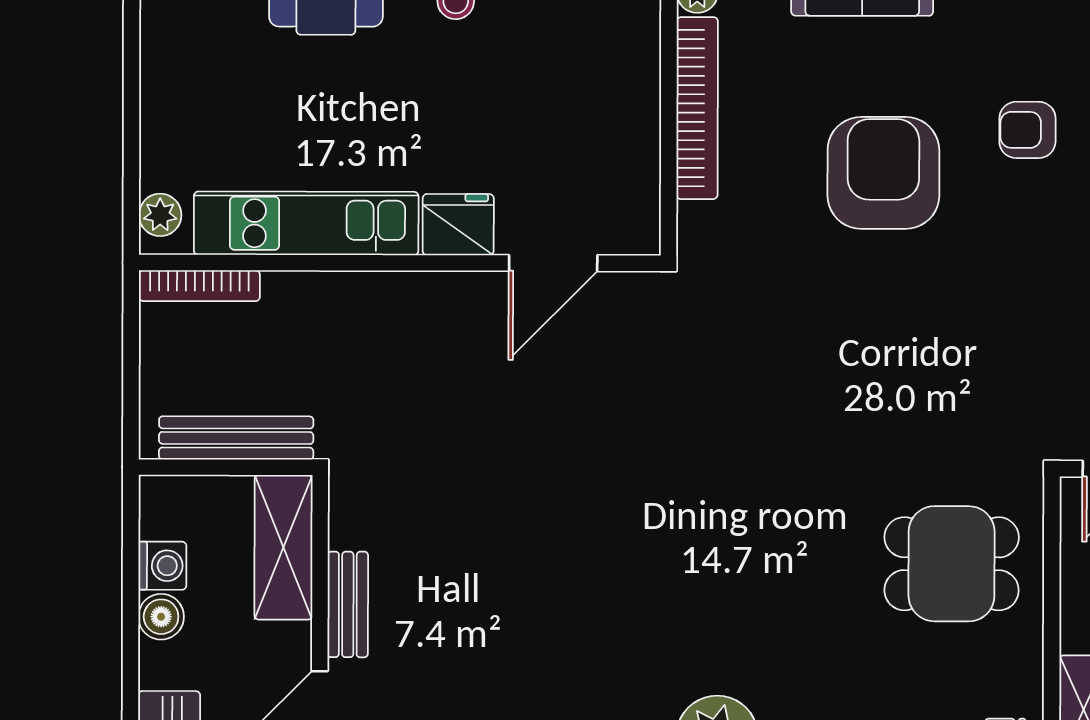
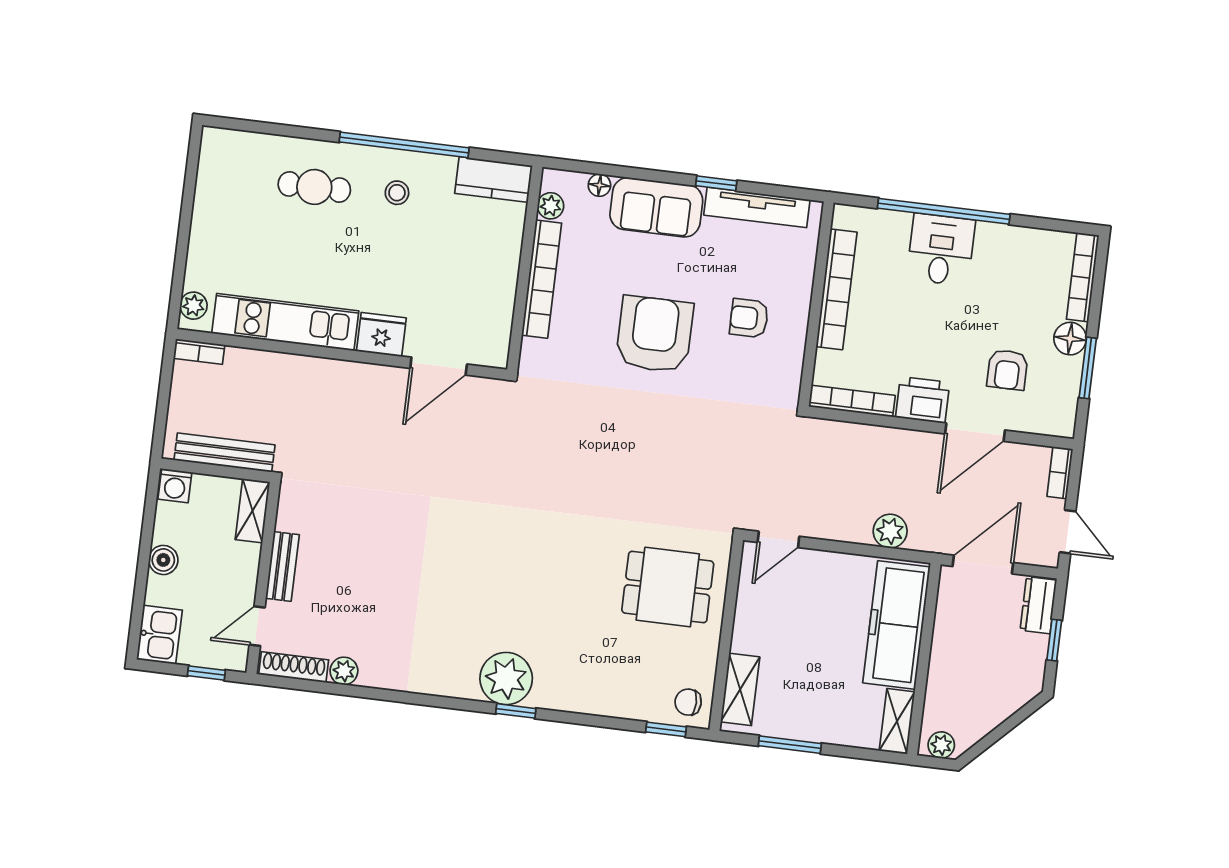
bookcase: (199, 286) -> (199, 352), width x0.64
shelving: (283, 547) -> (253, 511), width x0.67, depth x0.75
washing machine: (162, 566) -> (175, 486), moved, turned 90

